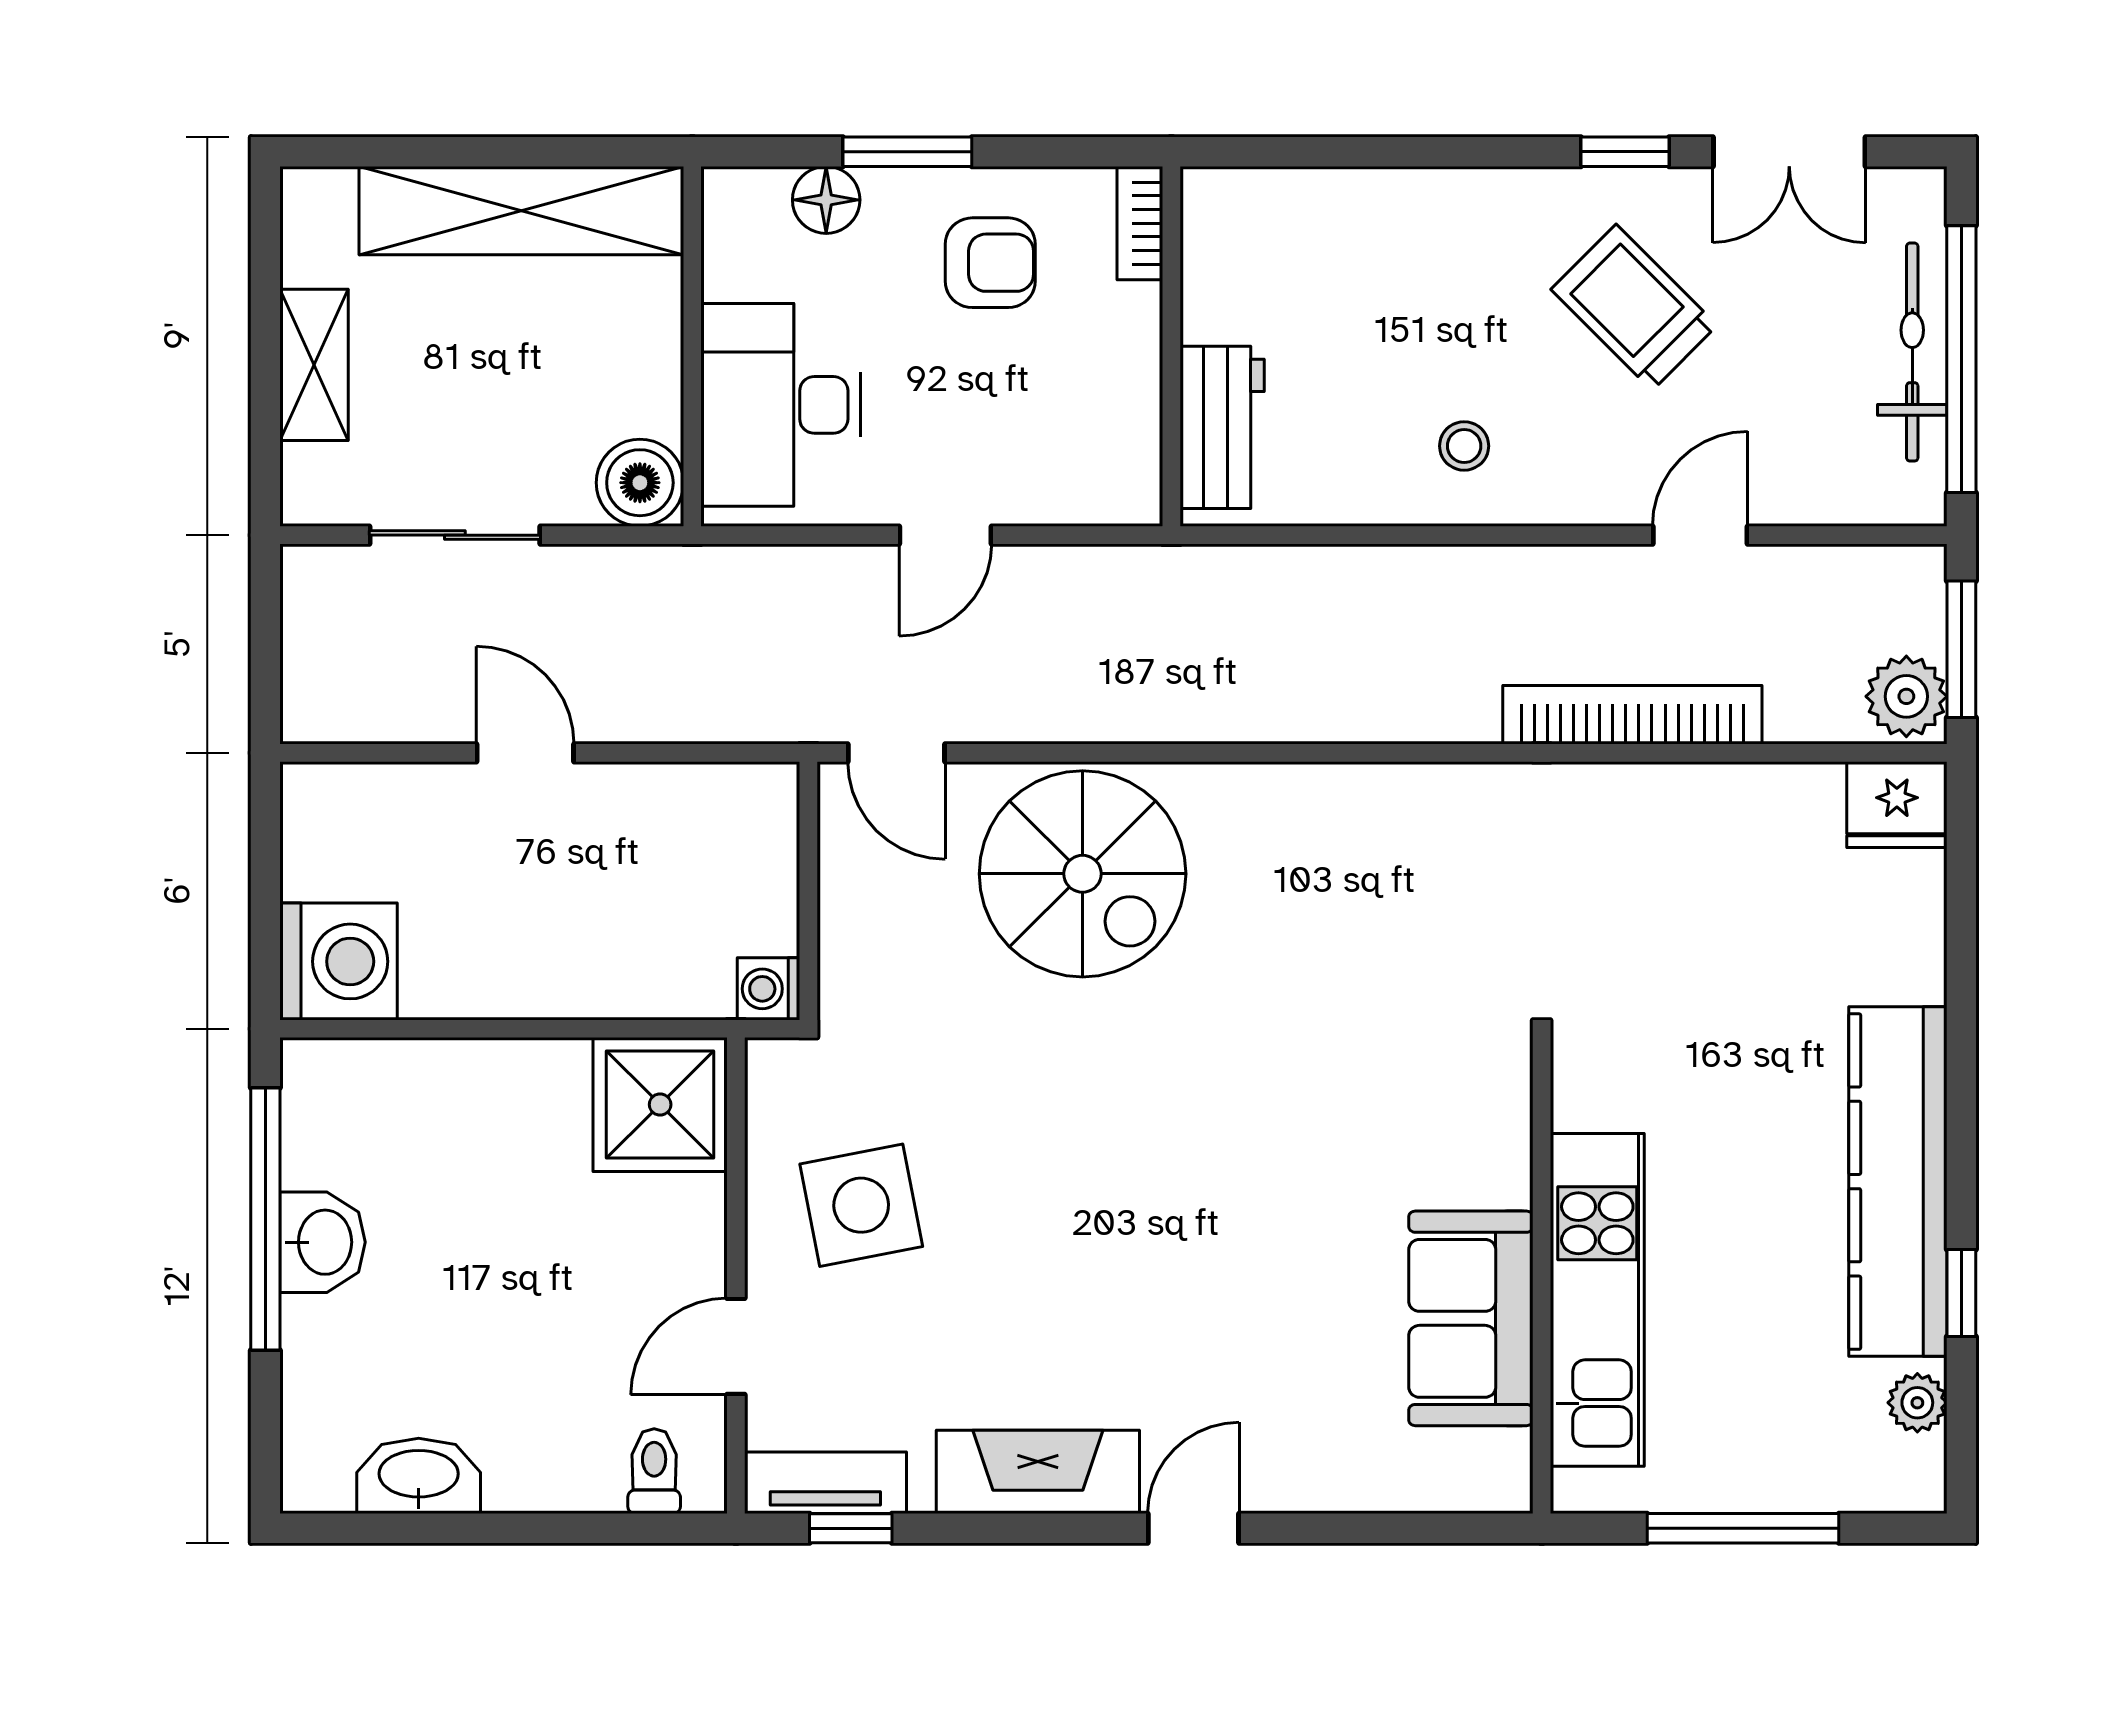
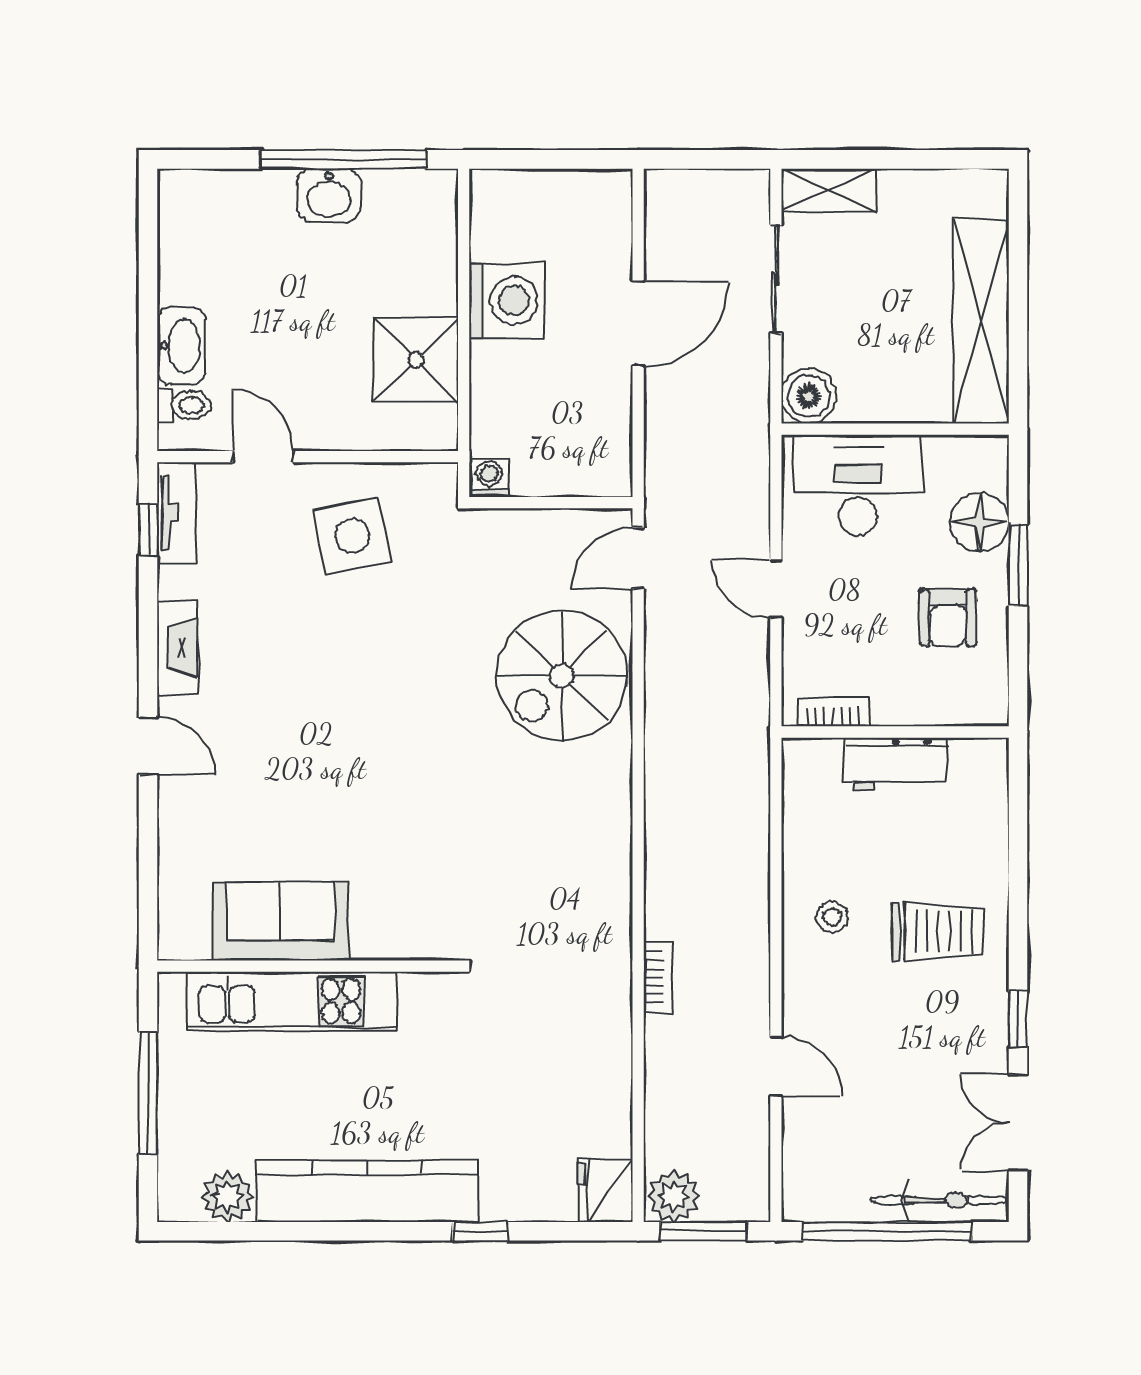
floor lamp: (826, 200) -> (980, 522), width x1.38, depth x1.38
bookcase: (1140, 223) -> (833, 712), moved
trolley: (1634, 307) -> (938, 931), moved, turned 45
bicycle: (1912, 352) -> (940, 1200), moved
shelving: (314, 365) -> (829, 190), moved
workbench: (1222, 427) -> (896, 764), moved
bookcase: (1632, 715) -> (658, 977), width x0.43, depth x0.76
door: (525, 753) -> (638, 324), width x1.38
washing machine: (338, 961) -> (506, 301), moved, turned -90
shower: (660, 1105) -> (416, 360), moved
window: (1961, 1293) -> (480, 1231), moved
plant: (1917, 1403) -> (227, 1196), width x1.38, depth x1.38
fireplace: (1038, 1472) -> (177, 648), width x0.73, depth x0.76
washbasin: (419, 1476) -> (181, 346), moved

